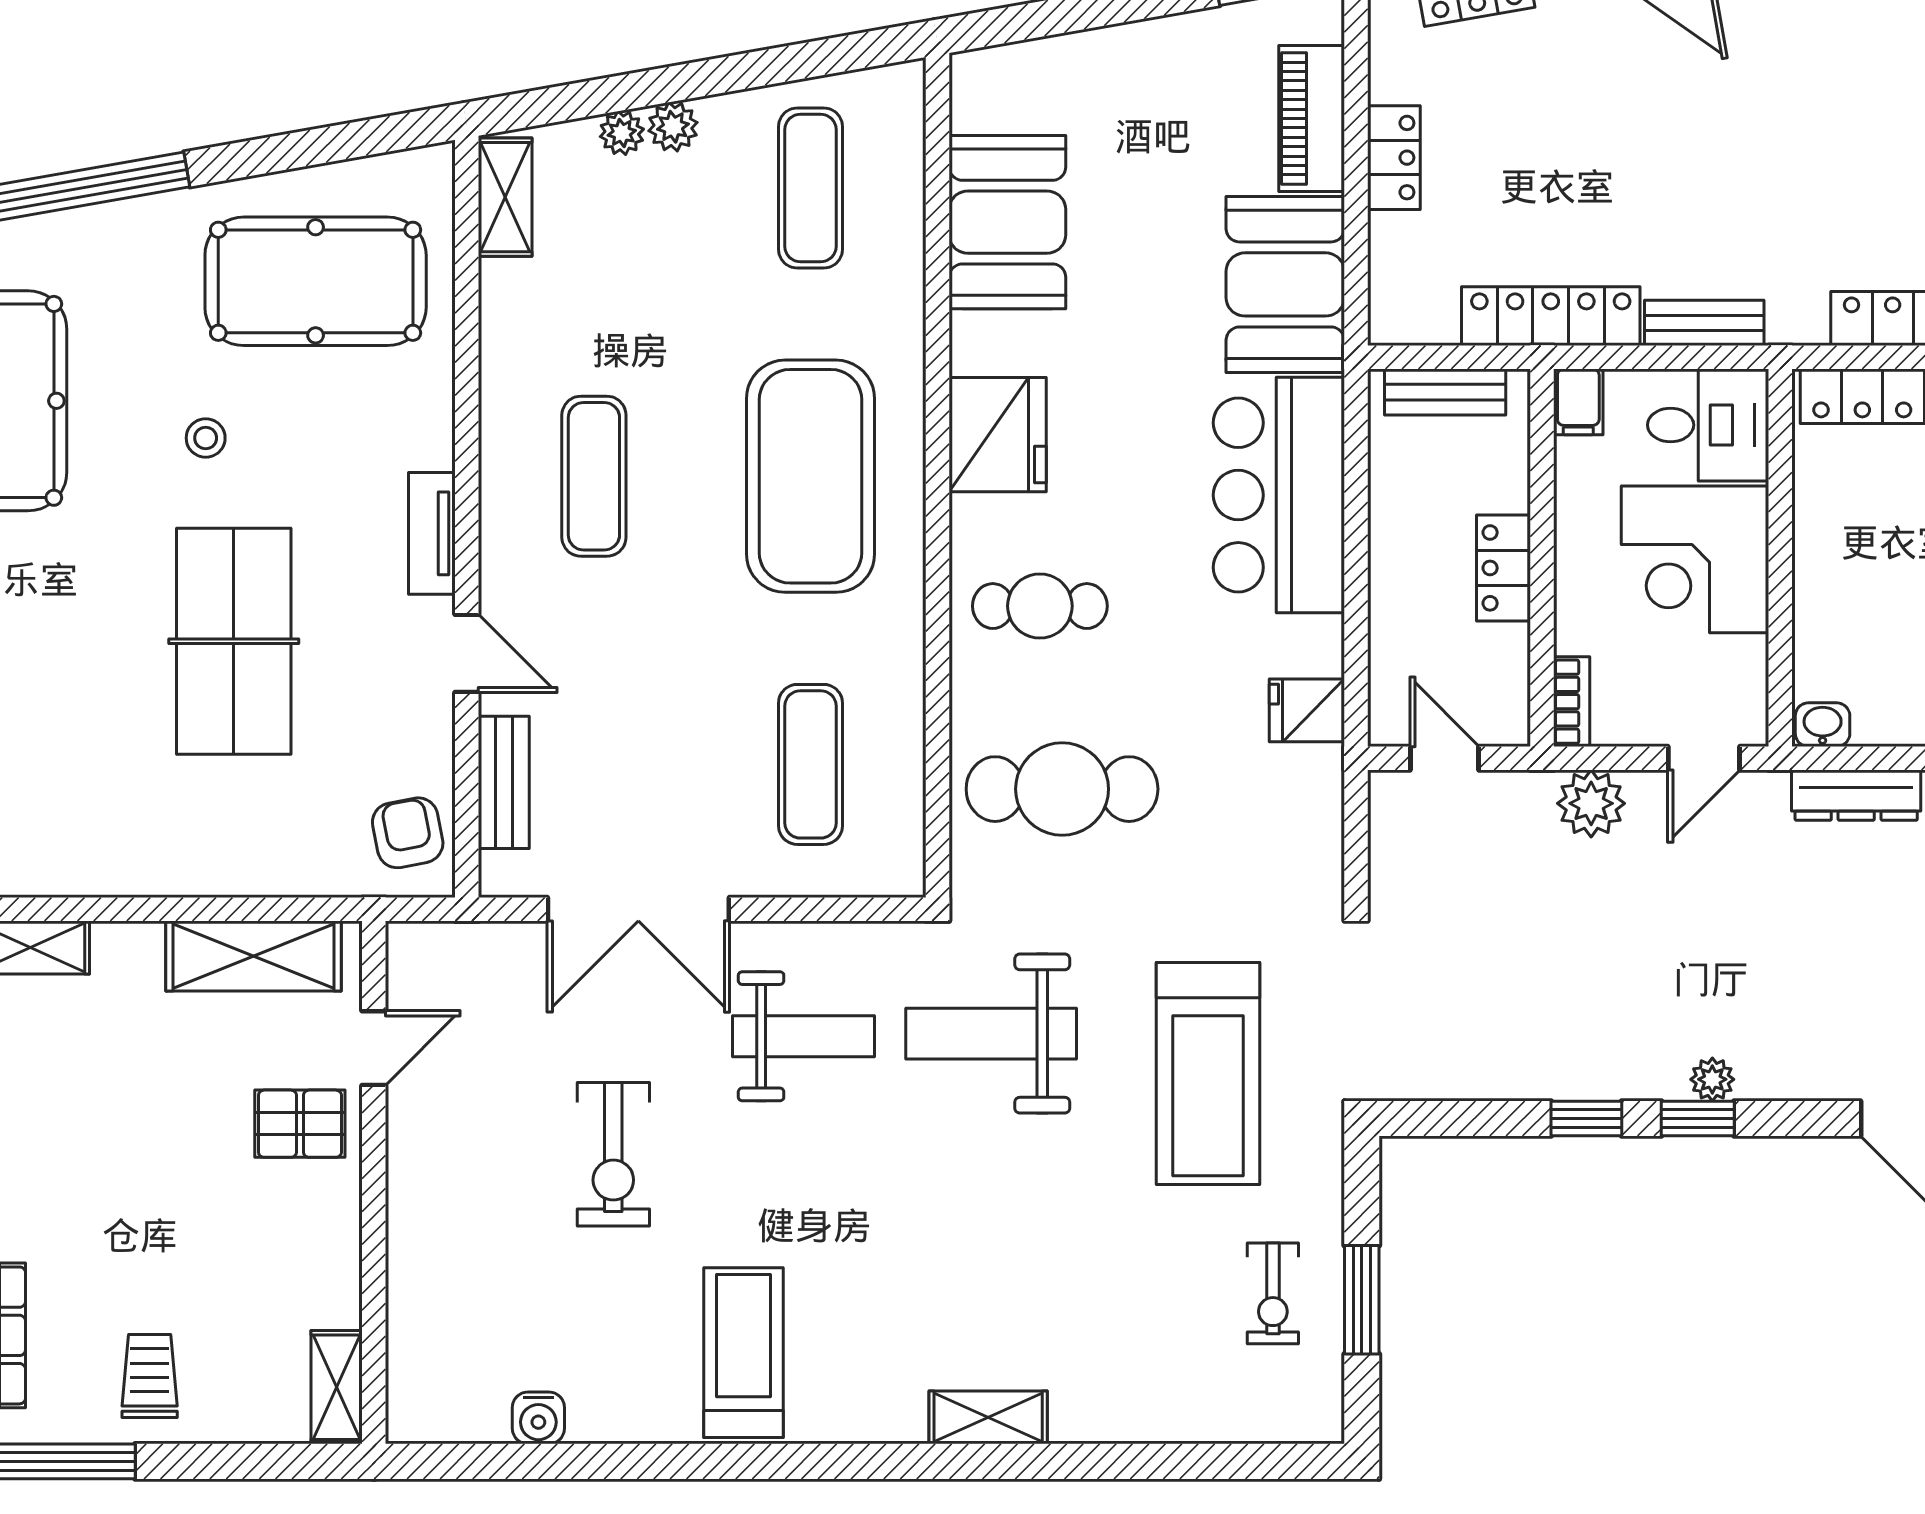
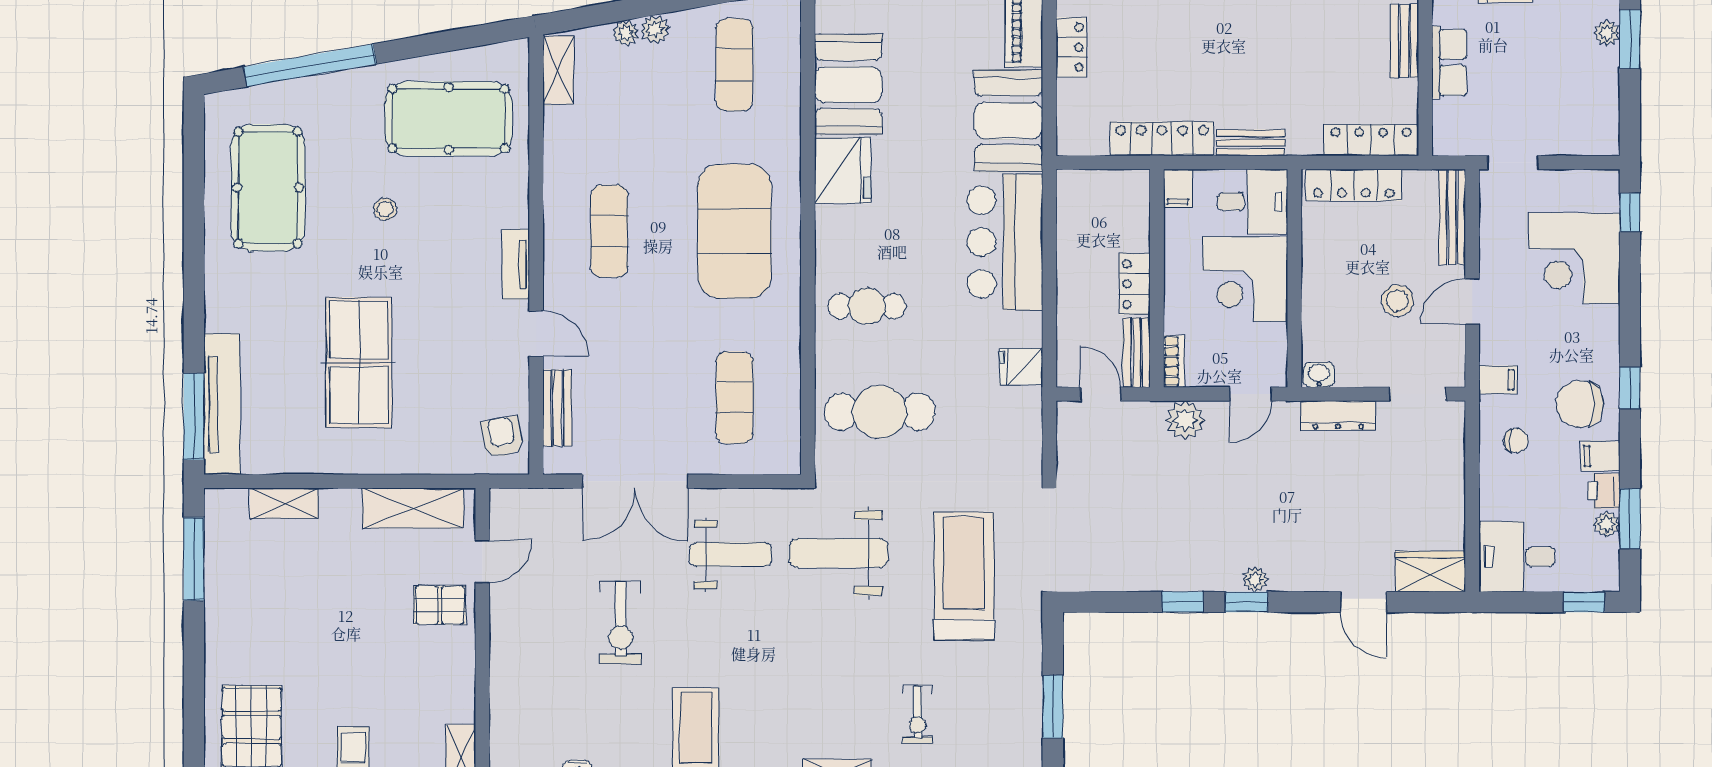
bench: (1445, 392) -> (1137, 352), moved, turned 90
fridge: (998, 435) -> (843, 170), moved
table tennis table: (234, 641) -> (359, 363), moved
treadmill: (1208, 1073) -> (964, 576), turned 180
exercise bike: (1273, 1293) -> (918, 715), moved

